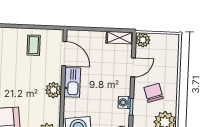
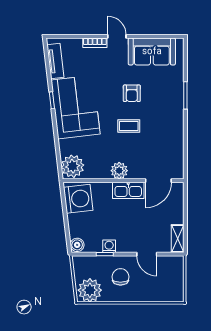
plant: (143, 40) -> (176, 263), removed
coffee table: (34, 45) -> (129, 126), moved
chair: (154, 93) -> (120, 277), turned -72

